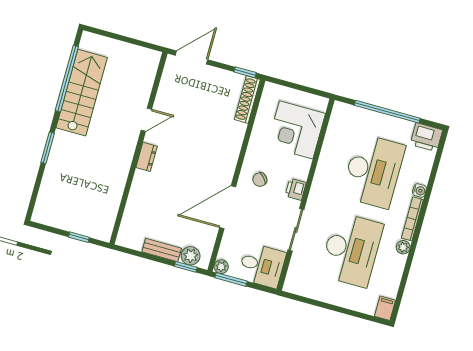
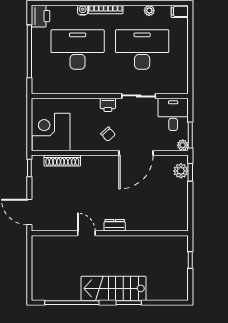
stairs: (82, 93) -> (114, 288), moved
shoe rack: (247, 99) -> (62, 161), moved
corner desk: (296, 130) -> (51, 132), moved, turned 180
door: (228, 207) -> (136, 153), hinge flipped
plant: (403, 247) -> (149, 11), moved
bench: (162, 250) -> (183, 194), removed

